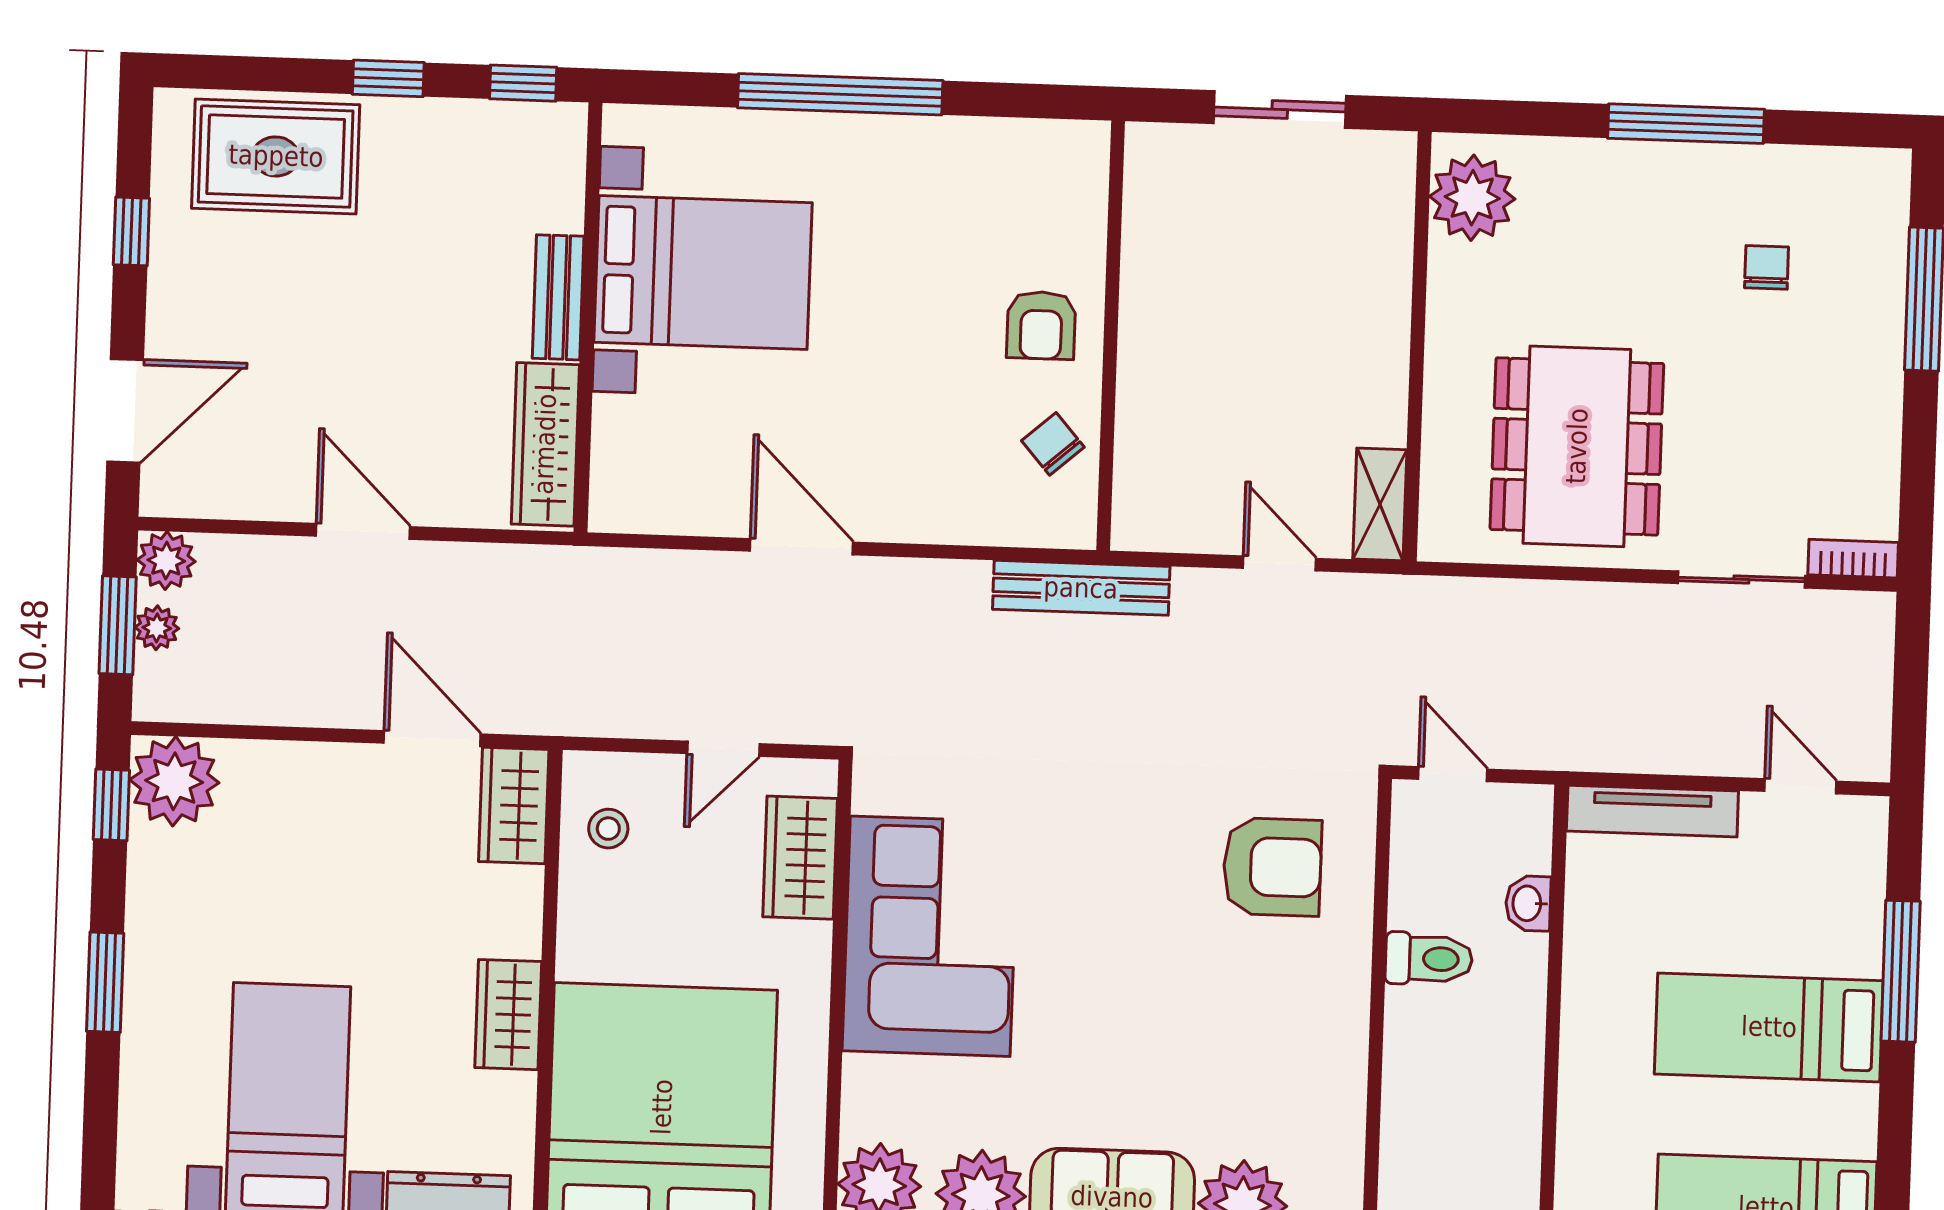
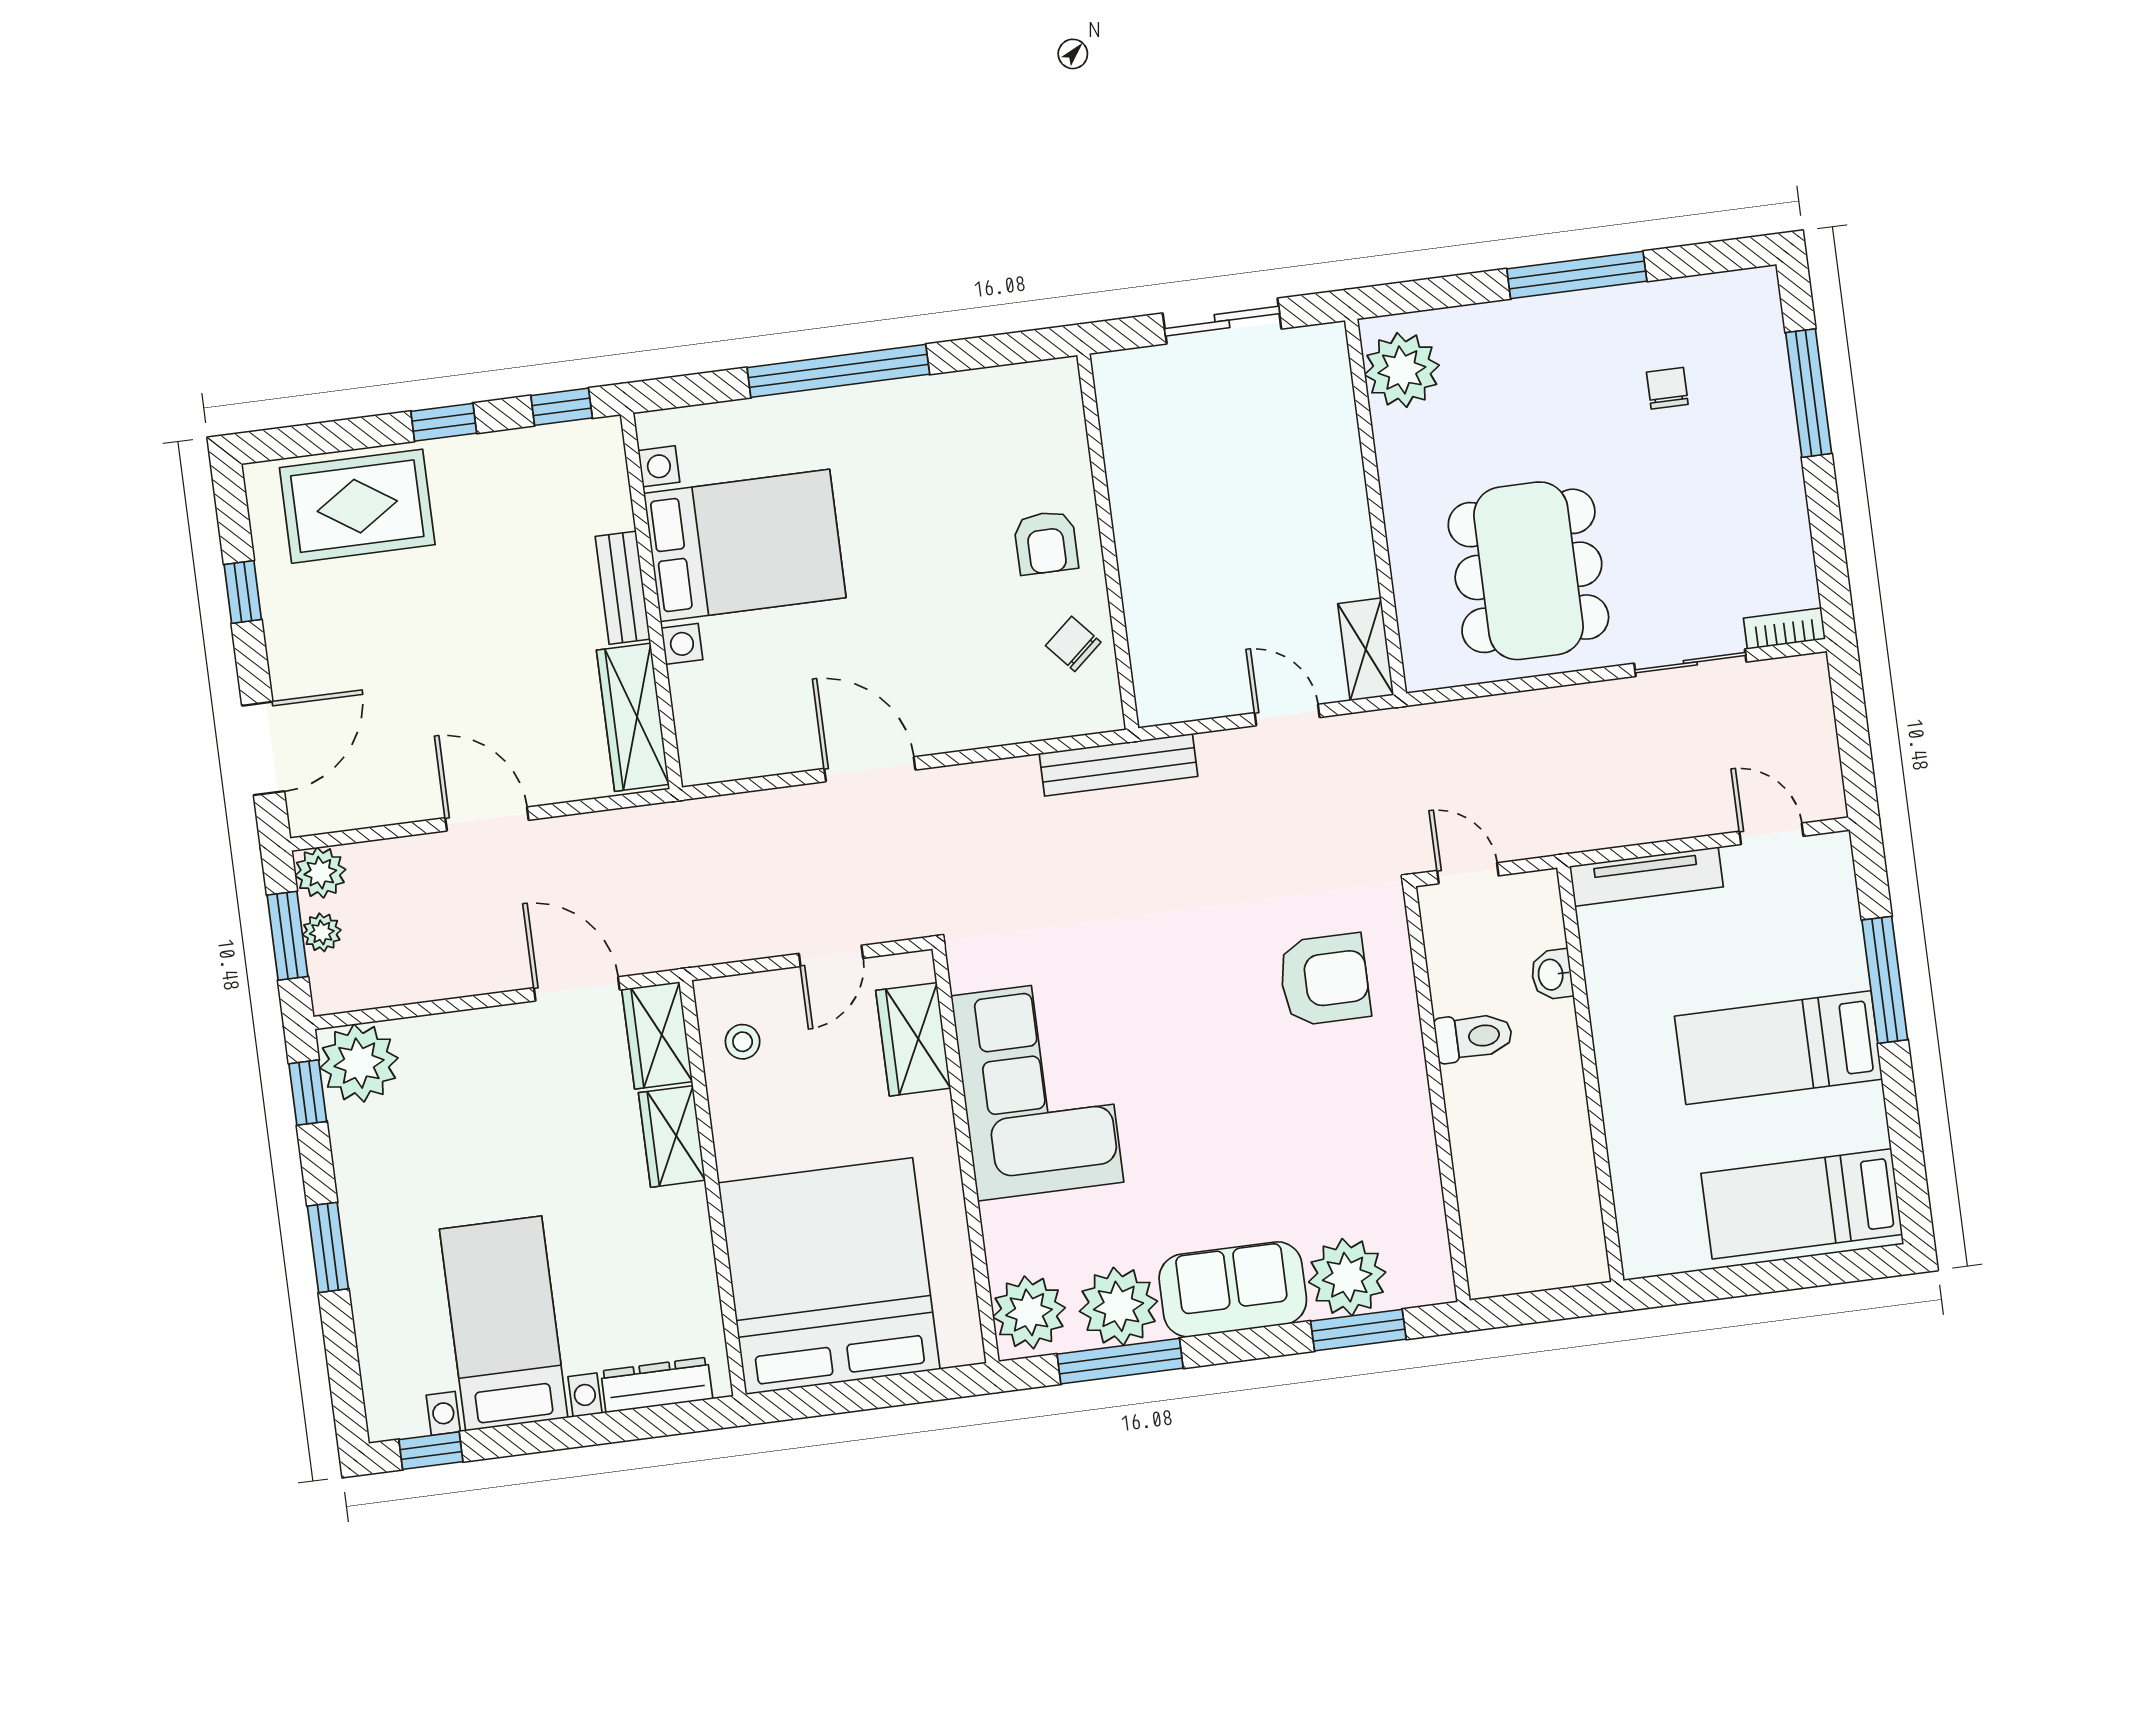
wardrobe: (508, 1015) -> (672, 1136), moved

